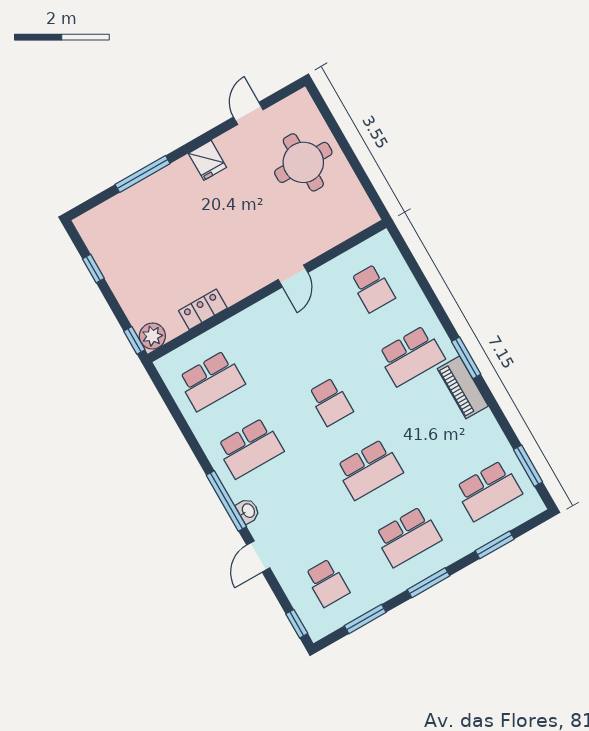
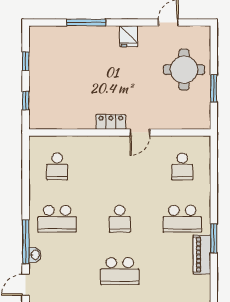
window: (356, 165) -> (214, 89), added
locker: (203, 309) -> (111, 122), moved
plant: (152, 336) -> (38, 121), removed
window: (134, 340) -> (26, 101), moved
school desk: (211, 381) -> (57, 166), width x0.54

